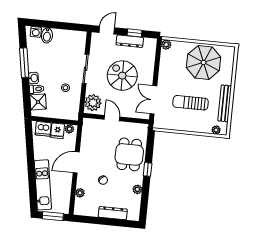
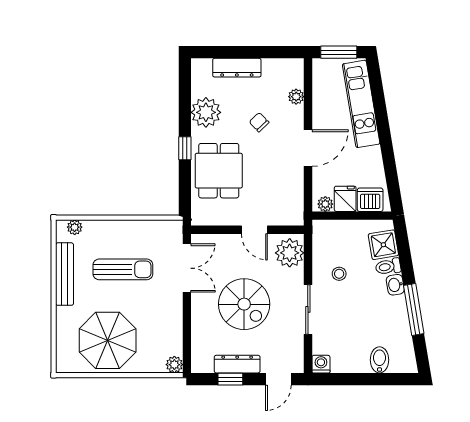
washing machine: (36, 32) -> (321, 364), moved
plant: (137, 189) -> (206, 112), width x1.88, depth x1.88

